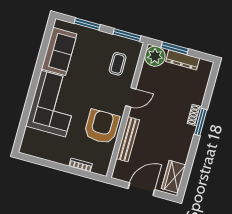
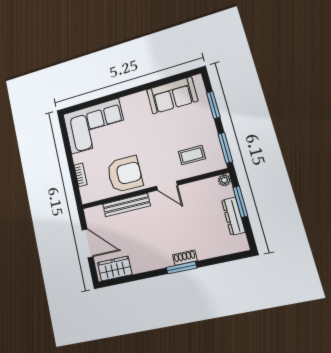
plant: (155, 56) -> (224, 180), width x0.53, depth x0.53
corner sofa: (53, 104) -> (95, 126), moved

